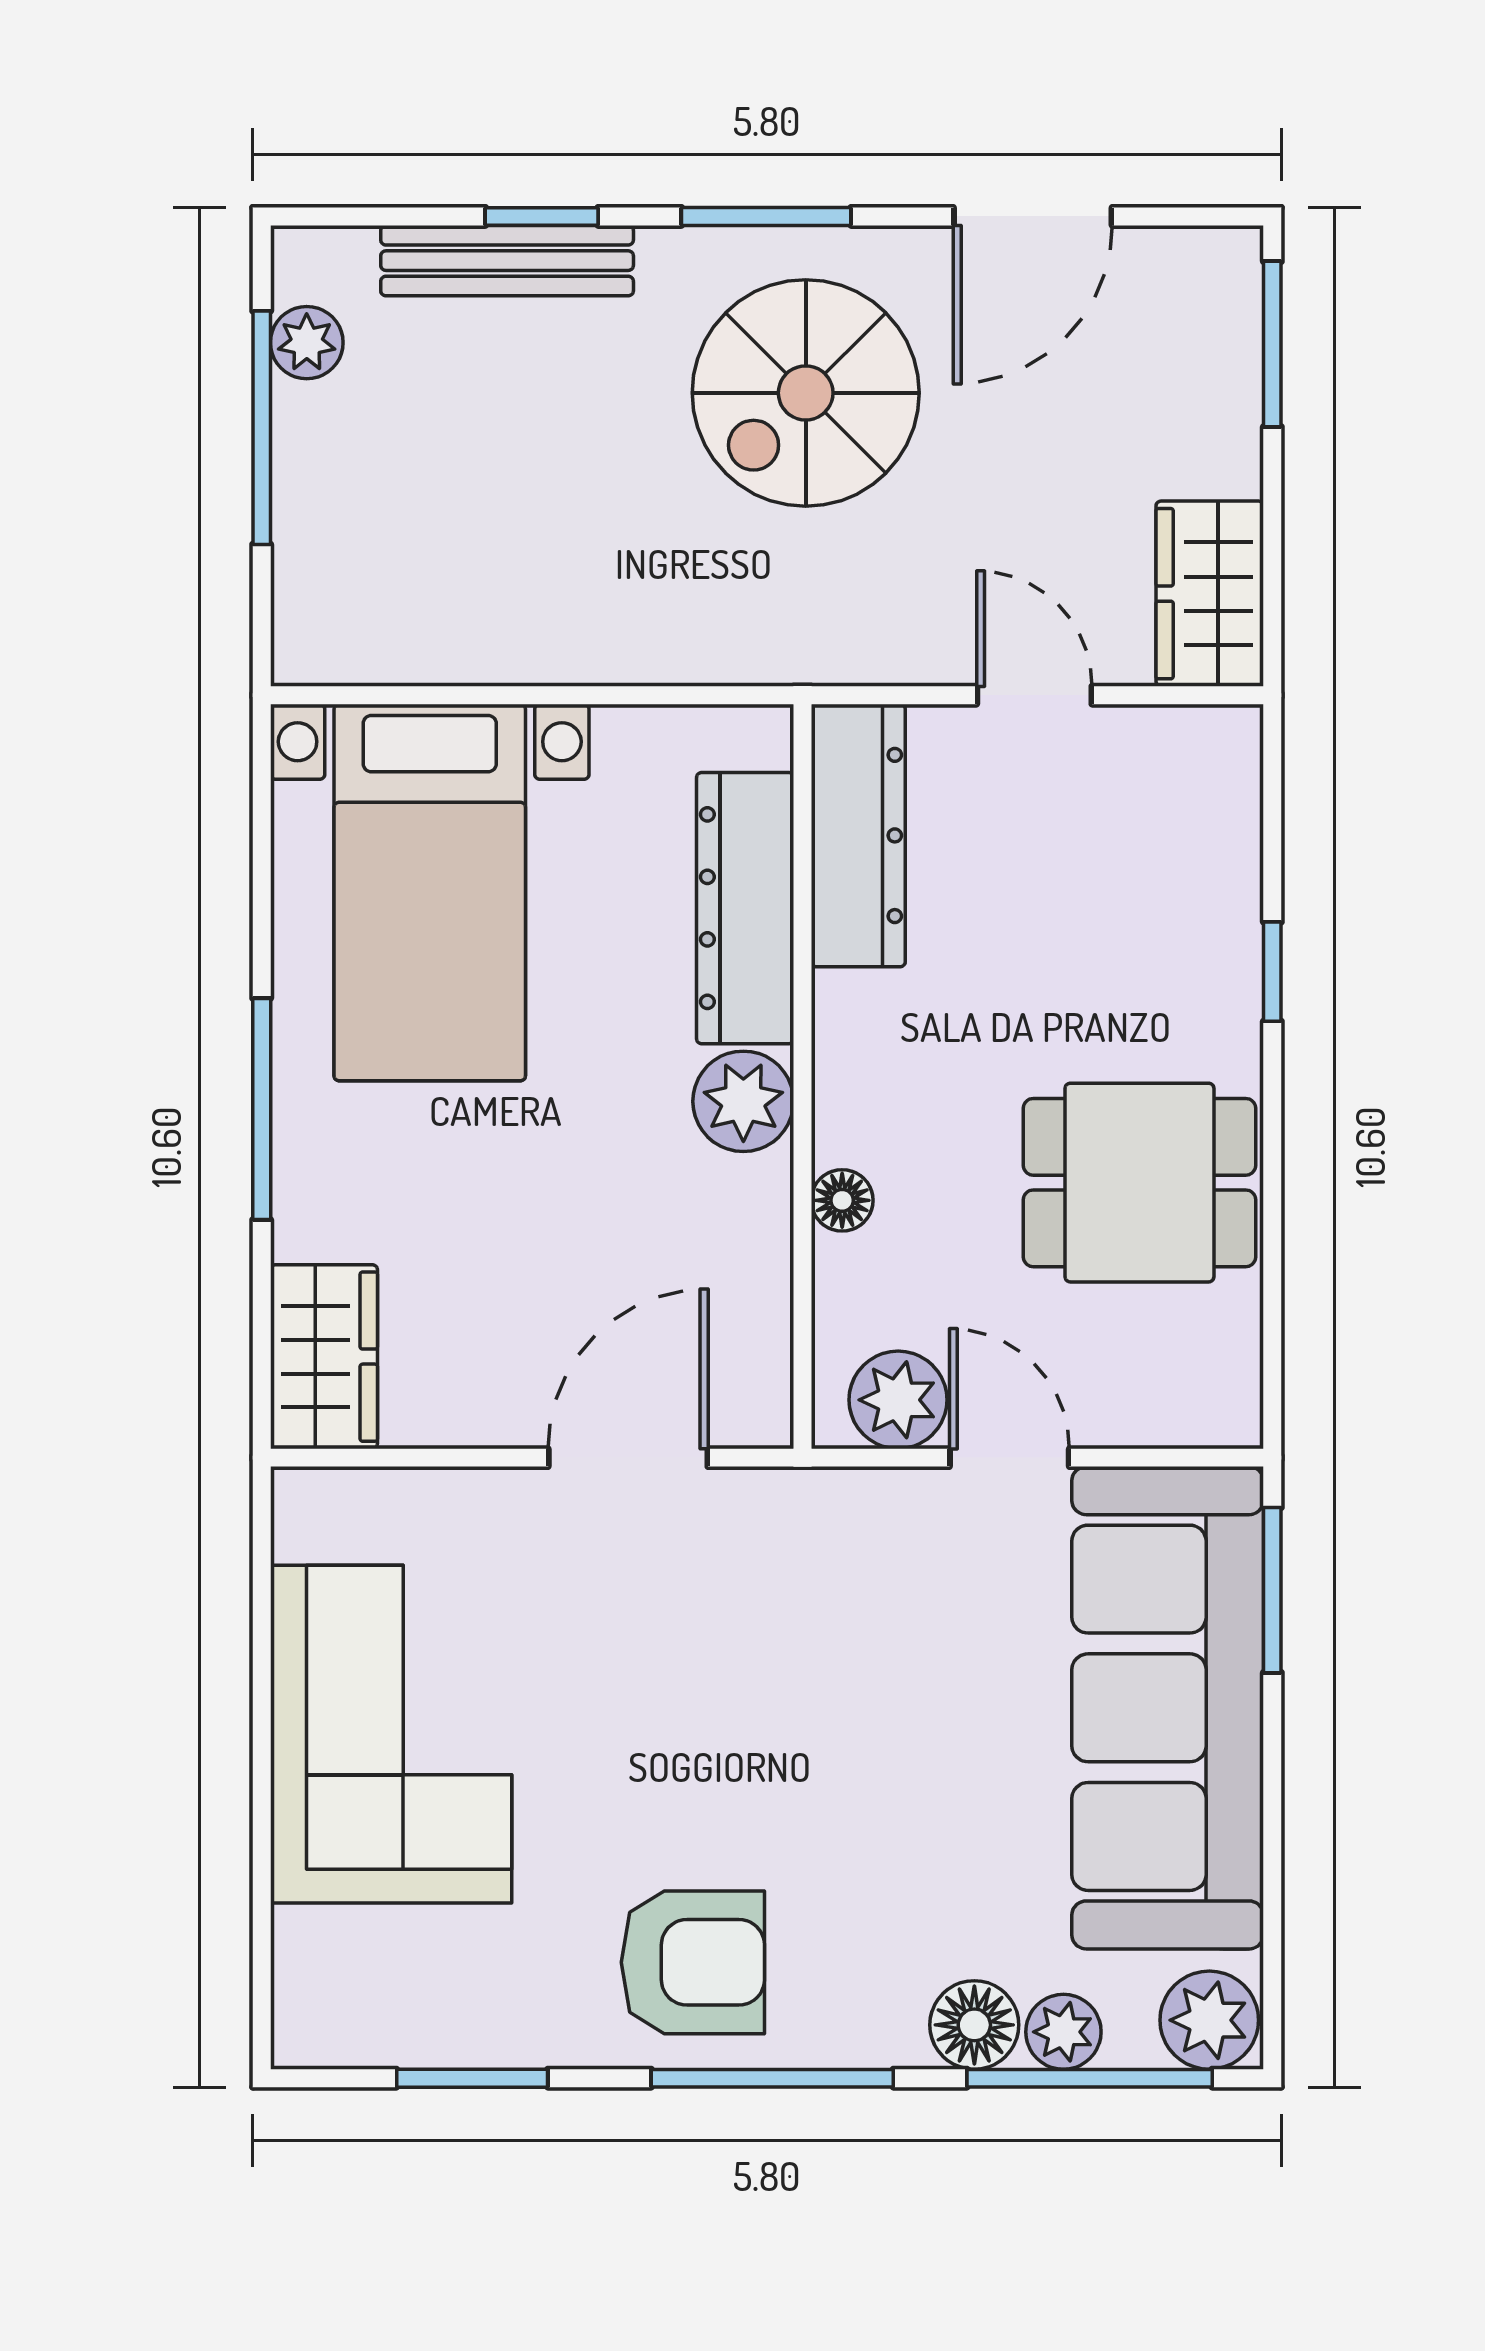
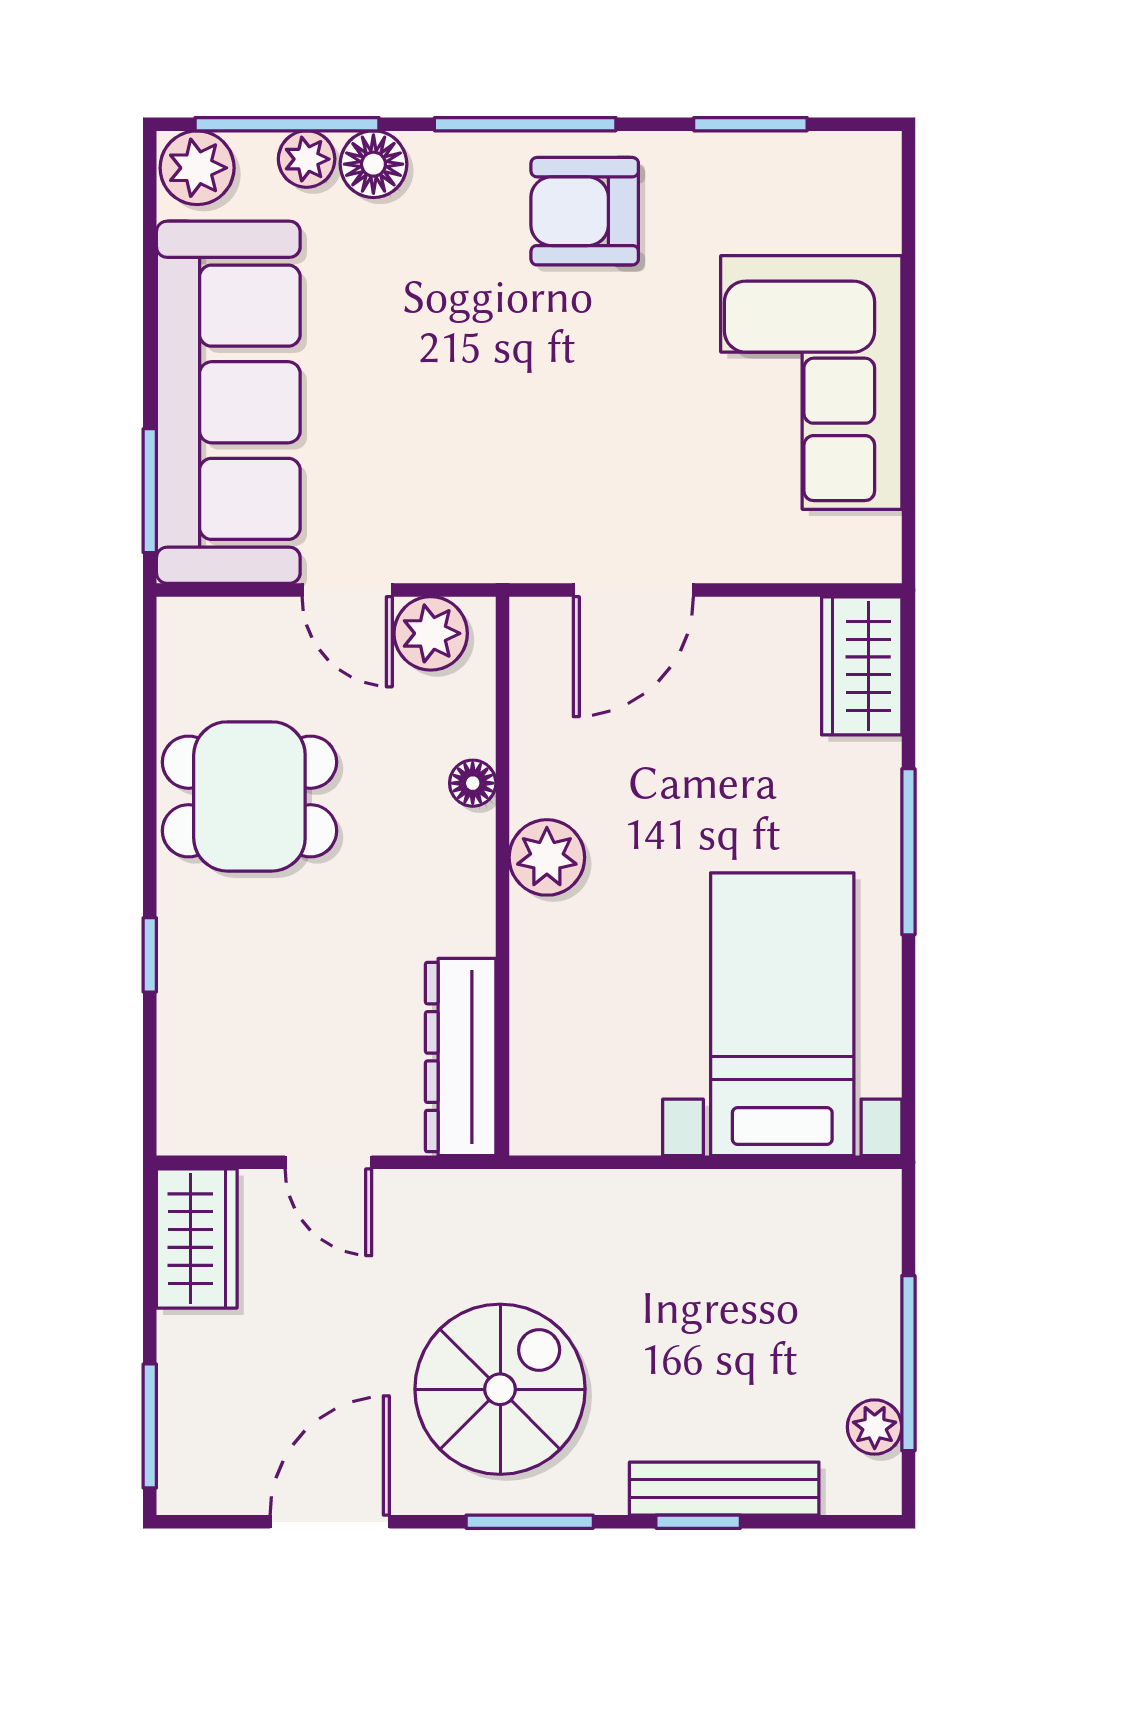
dresser: (745, 908) -> (545, 1003), removed

